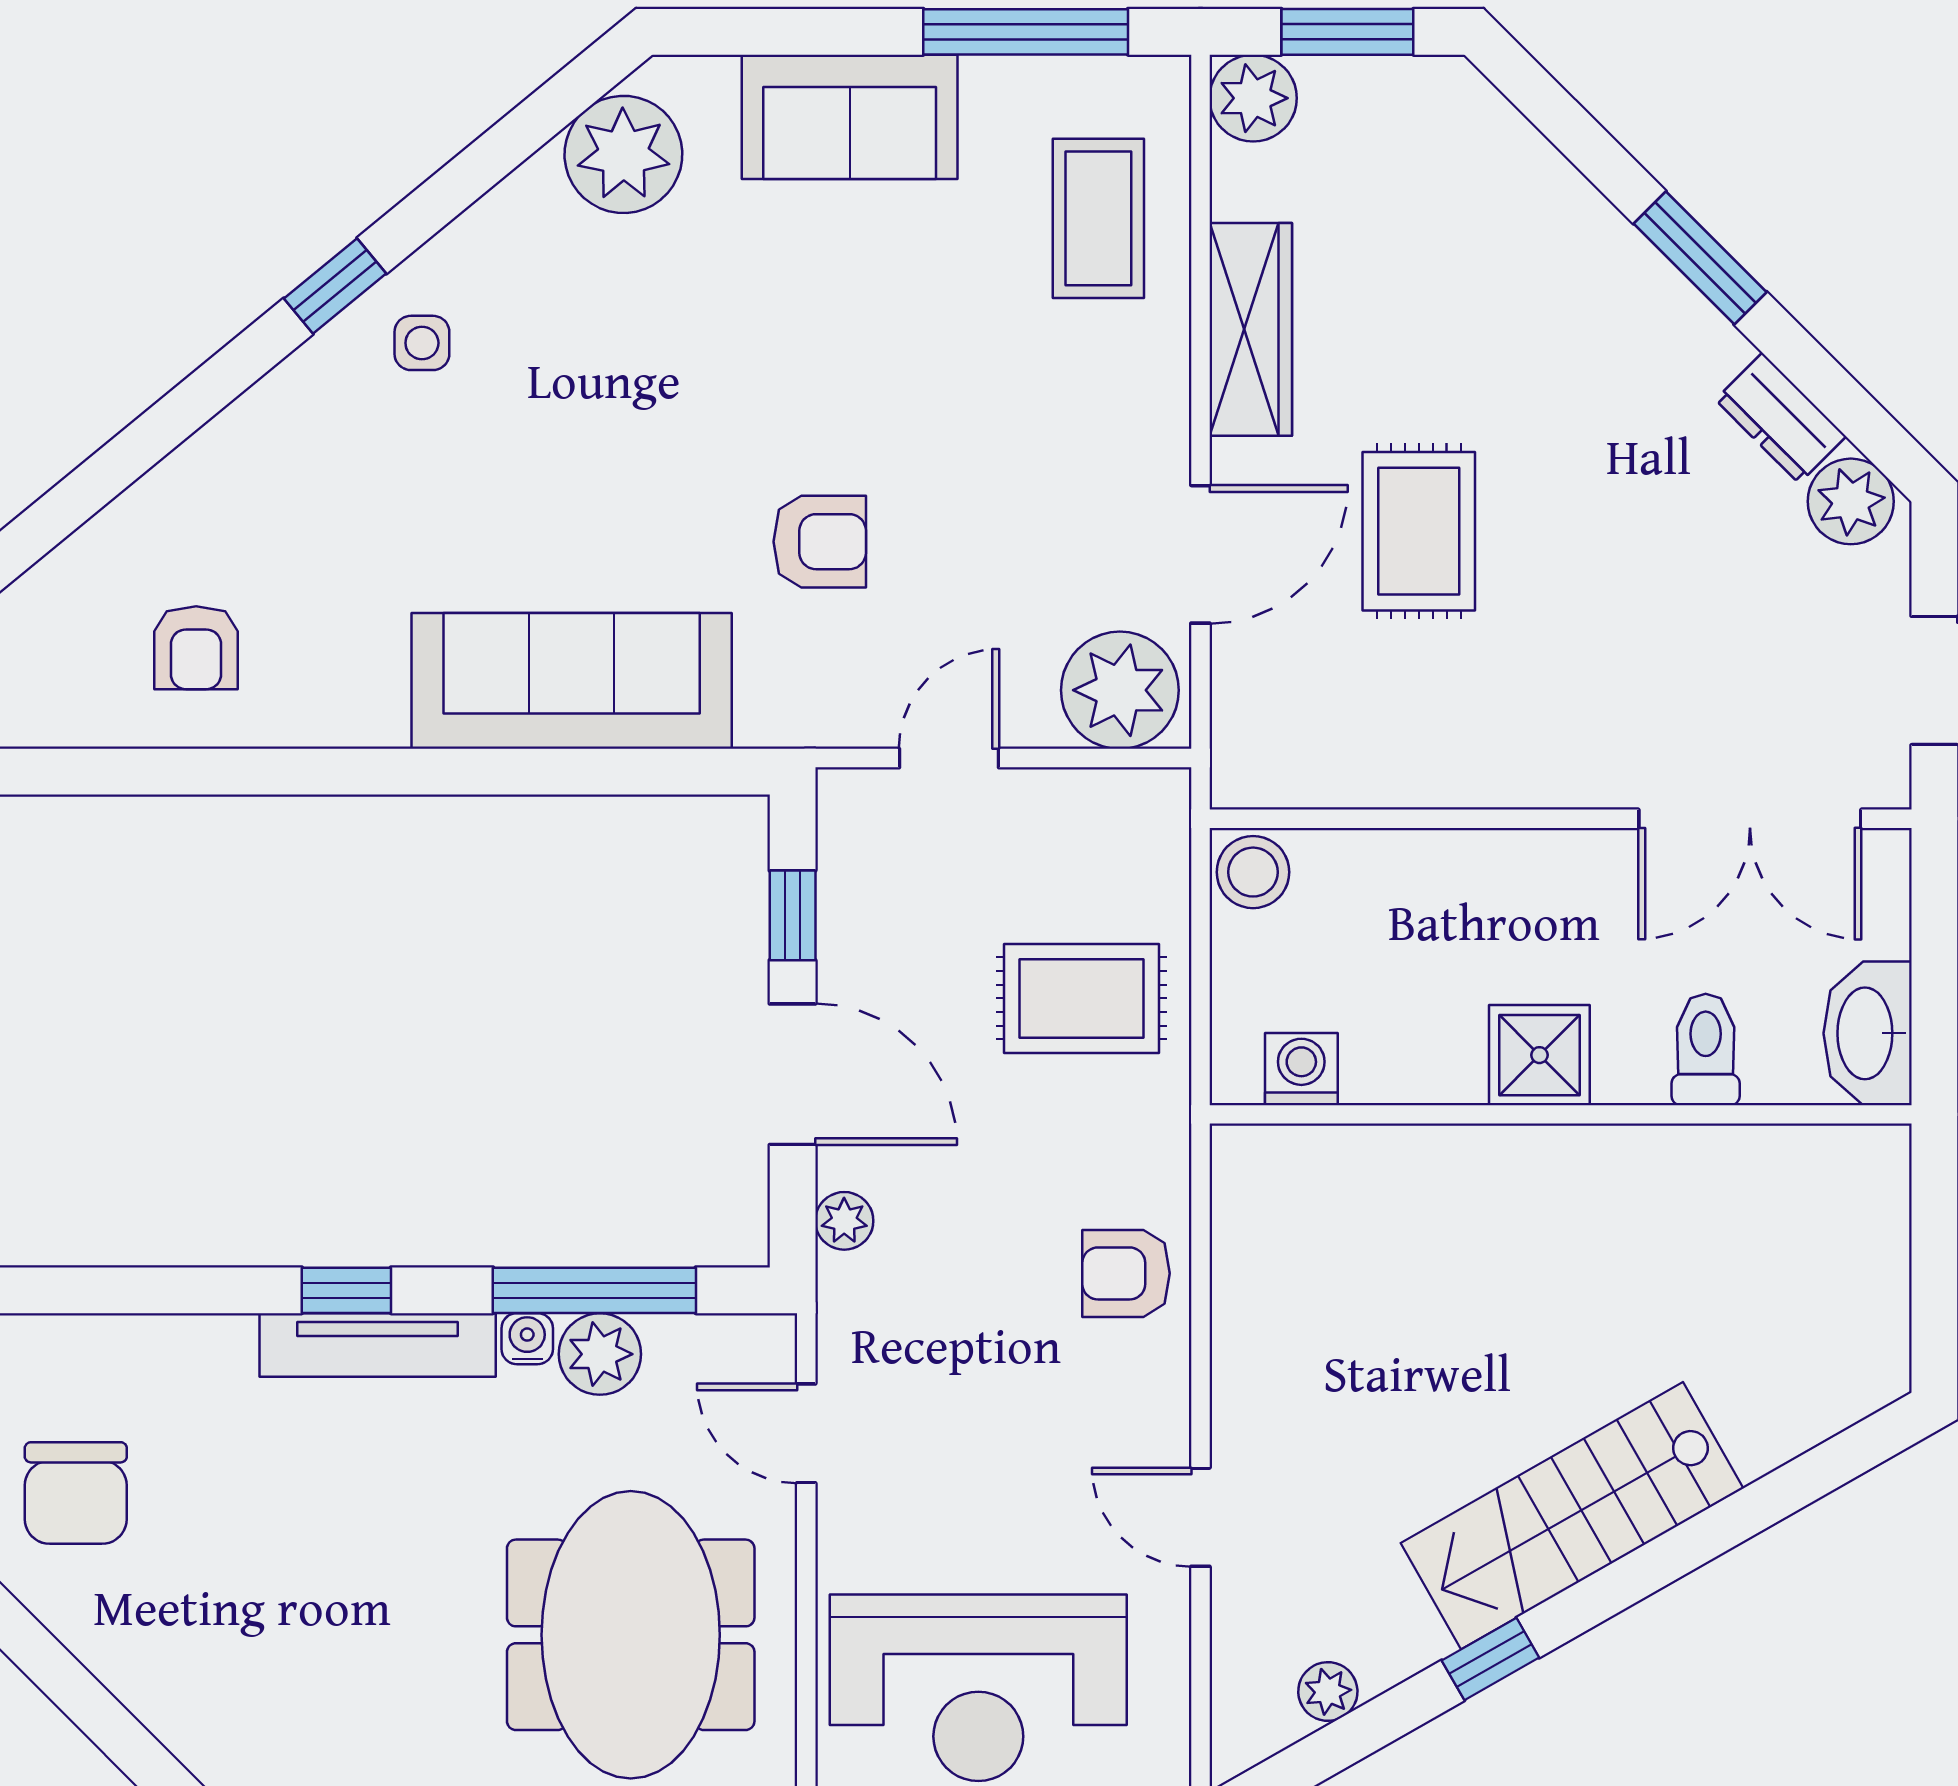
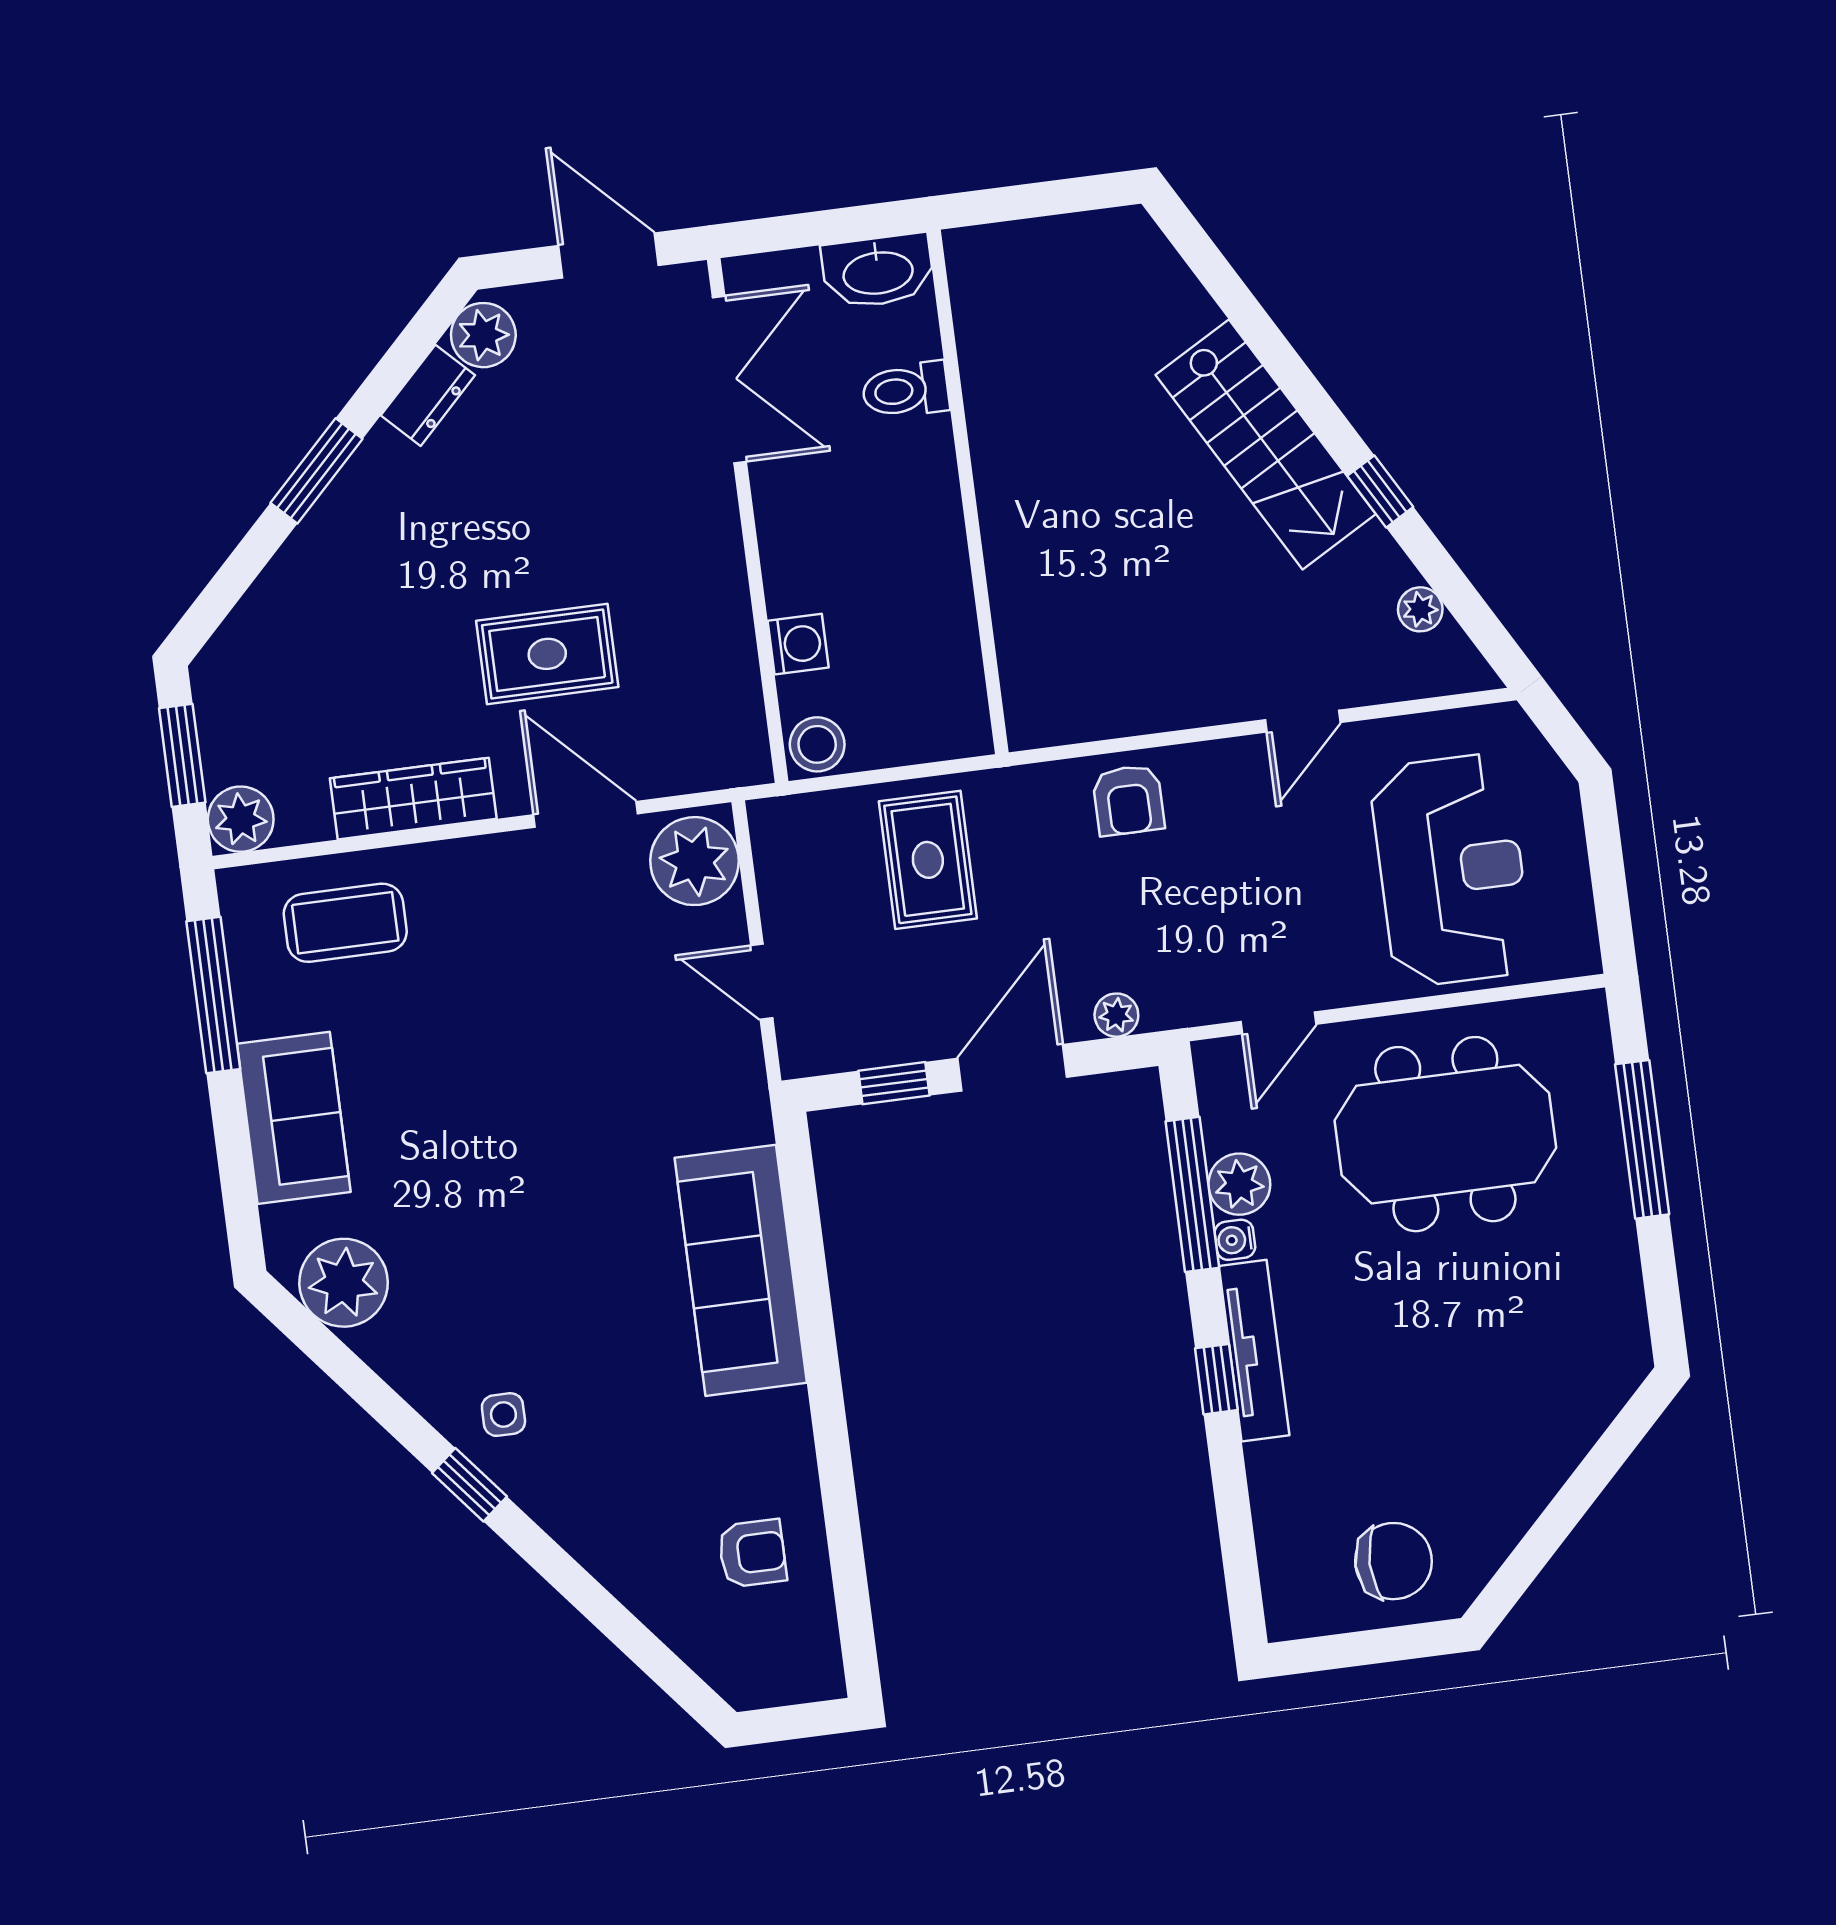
armchair: (820, 542) -> (613, 1099), removed
shower: (1539, 1055) -> (926, 513), removed
washing machine: (1301, 1069) -> (798, 644), moved, turned 180

